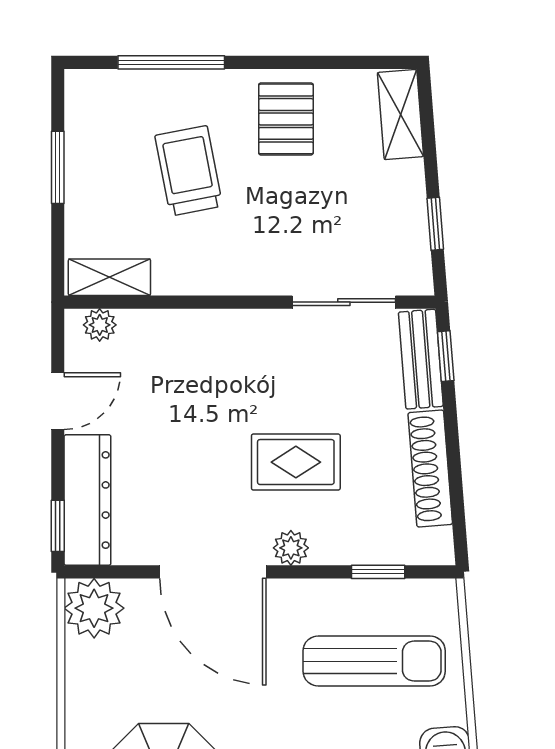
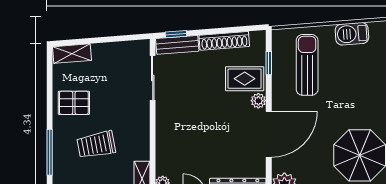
window: (435, 224) -> (119, 39), removed
rug: (296, 462) -> (245, 79), moved, turned 90

